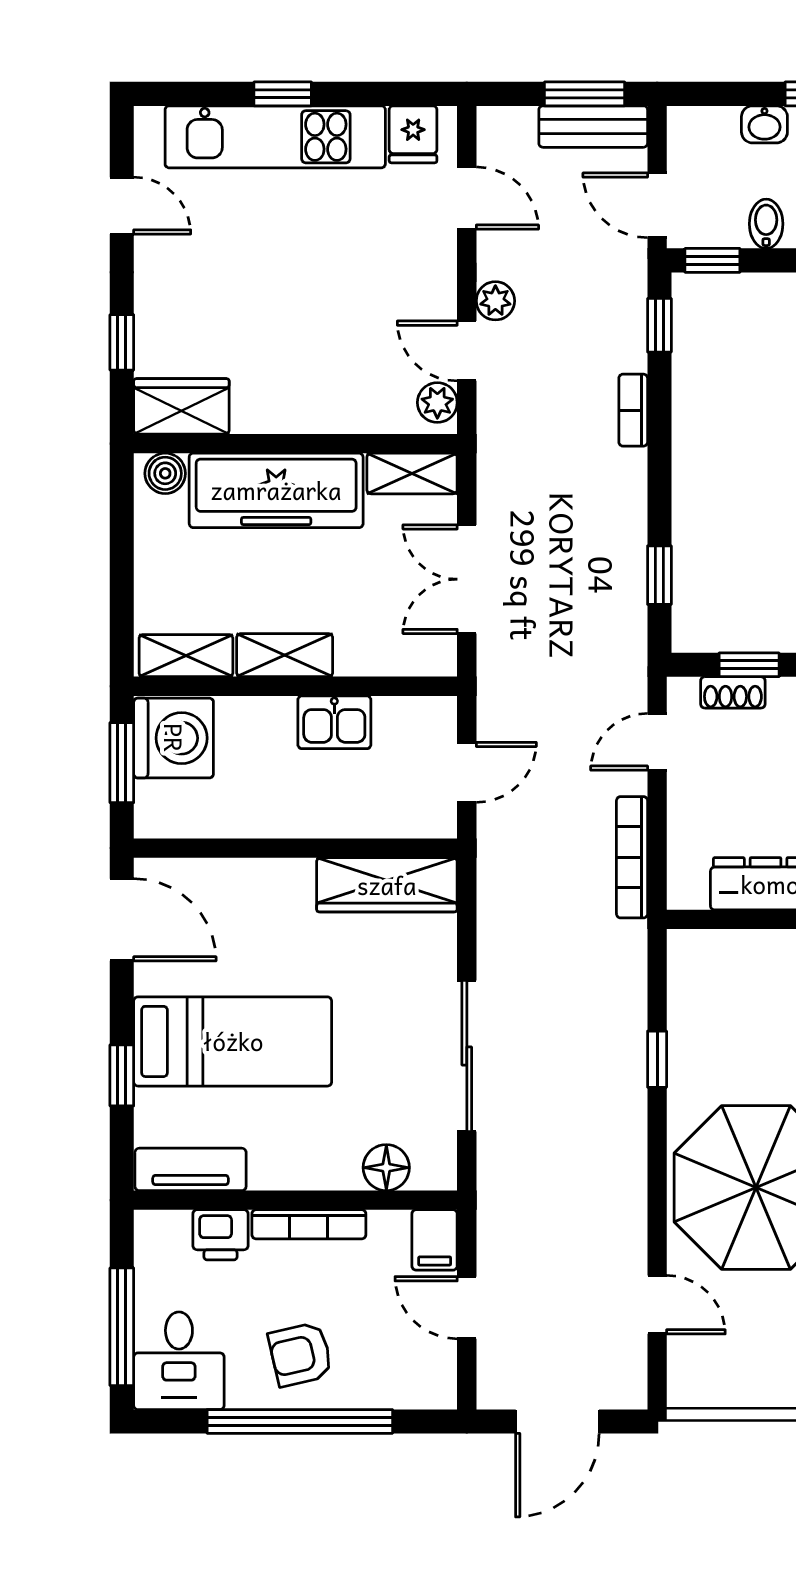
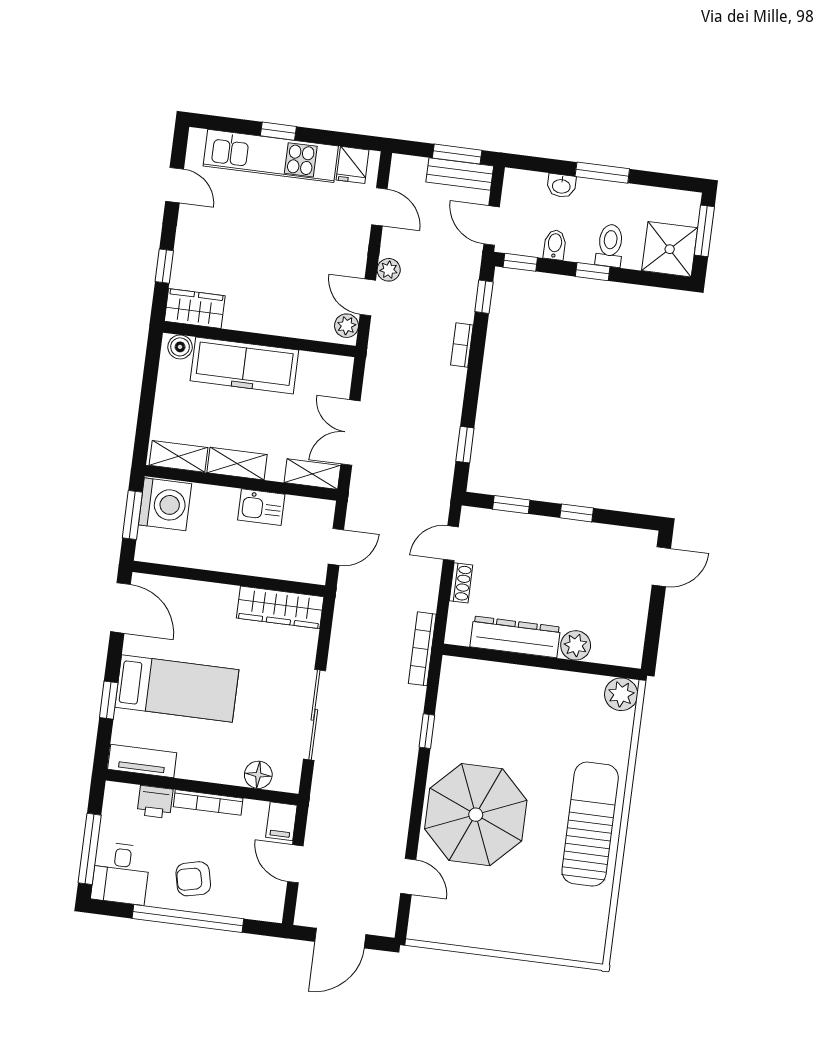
shelving: (412, 473) -> (312, 474), moved
shoe rack: (733, 692) -> (461, 583), moved, turned -90
bookcase: (632, 857) -> (422, 649), moved

